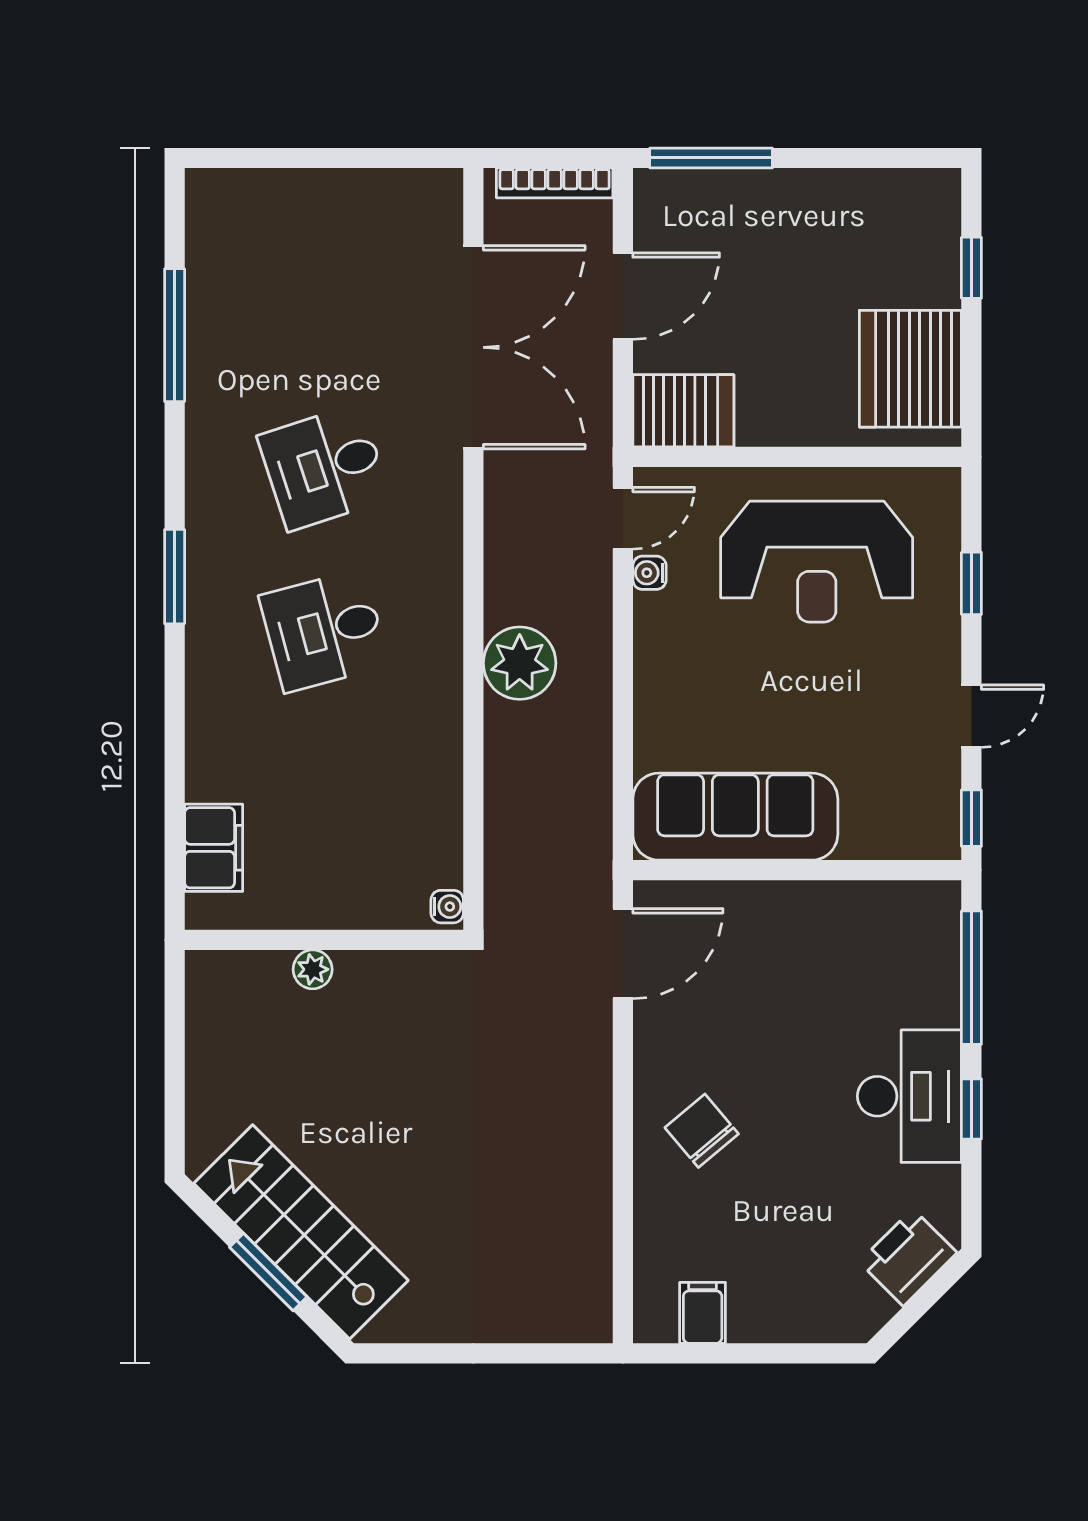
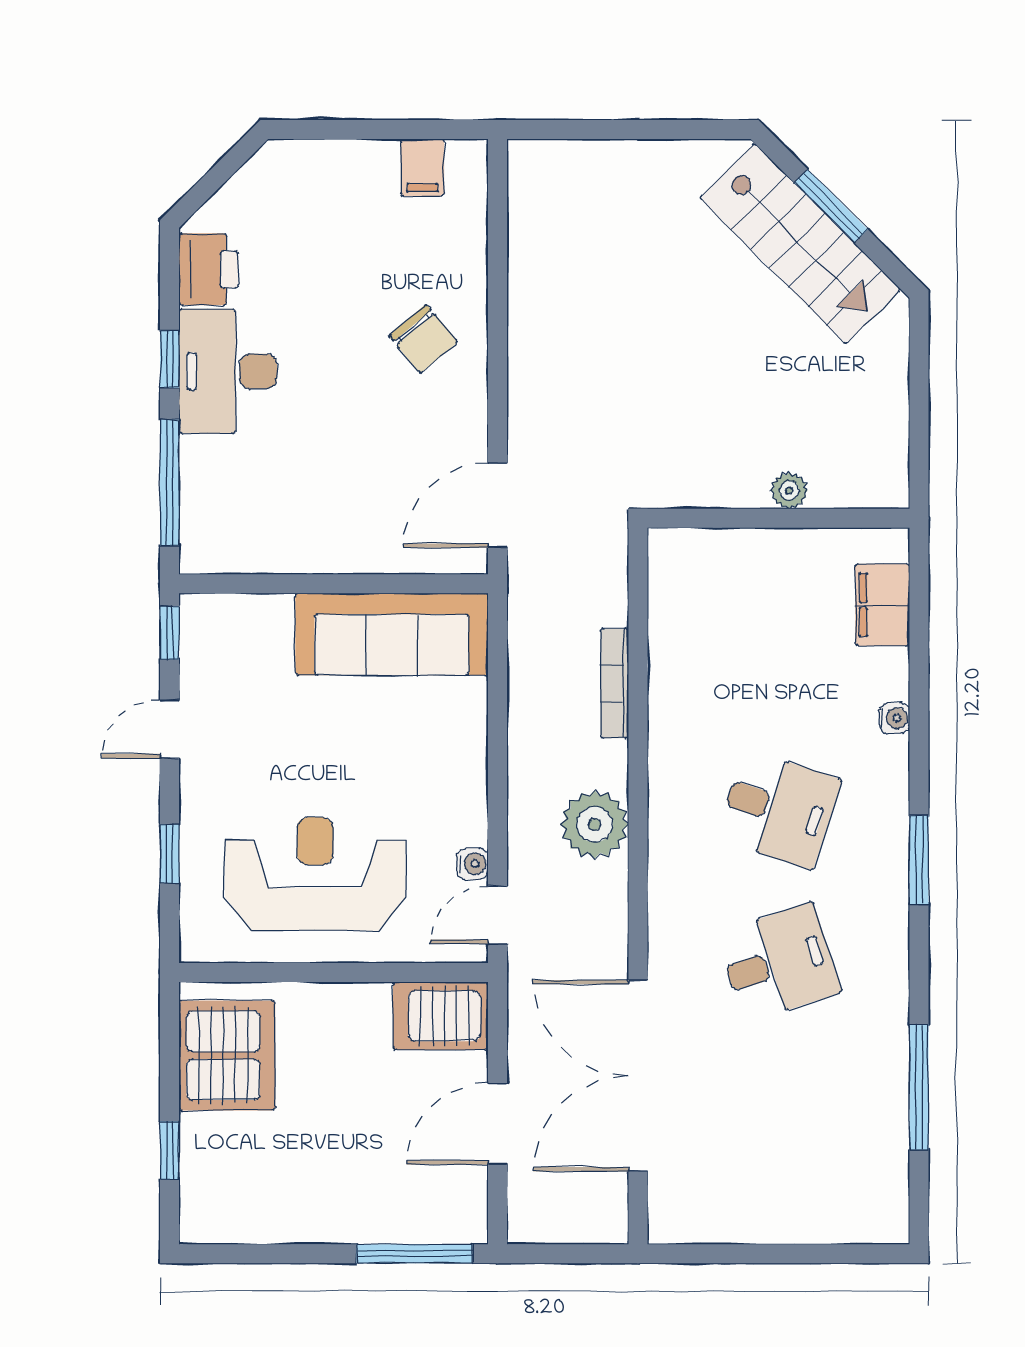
bookcase: (555, 183) -> (615, 683), moved, turned -90
desk: (324, 631) -> (779, 809), turned 33
plant: (520, 663) -> (595, 824), moved
water cooler: (447, 907) -> (894, 718), moved, turned 180
printer: (908, 1257) -> (209, 269), moved, turned -45

